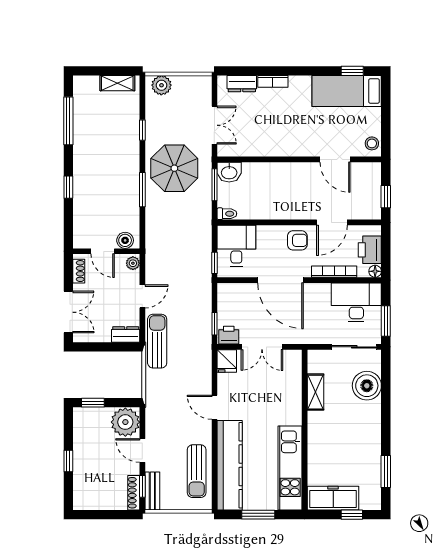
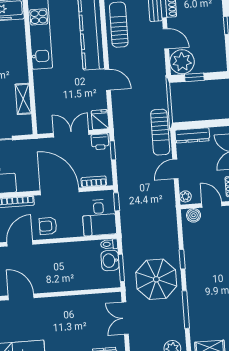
window: (142, 130) -> (186, 310), width x2.17
washbasin: (229, 172) -> (110, 261), moved, turned -90
window: (142, 190) -> (182, 259), width x0.67
bookcase: (240, 289) -> (94, 182), added
dresser: (126, 334) -> (192, 135), width x1.44
window: (93, 403) -> (194, 77), moved

